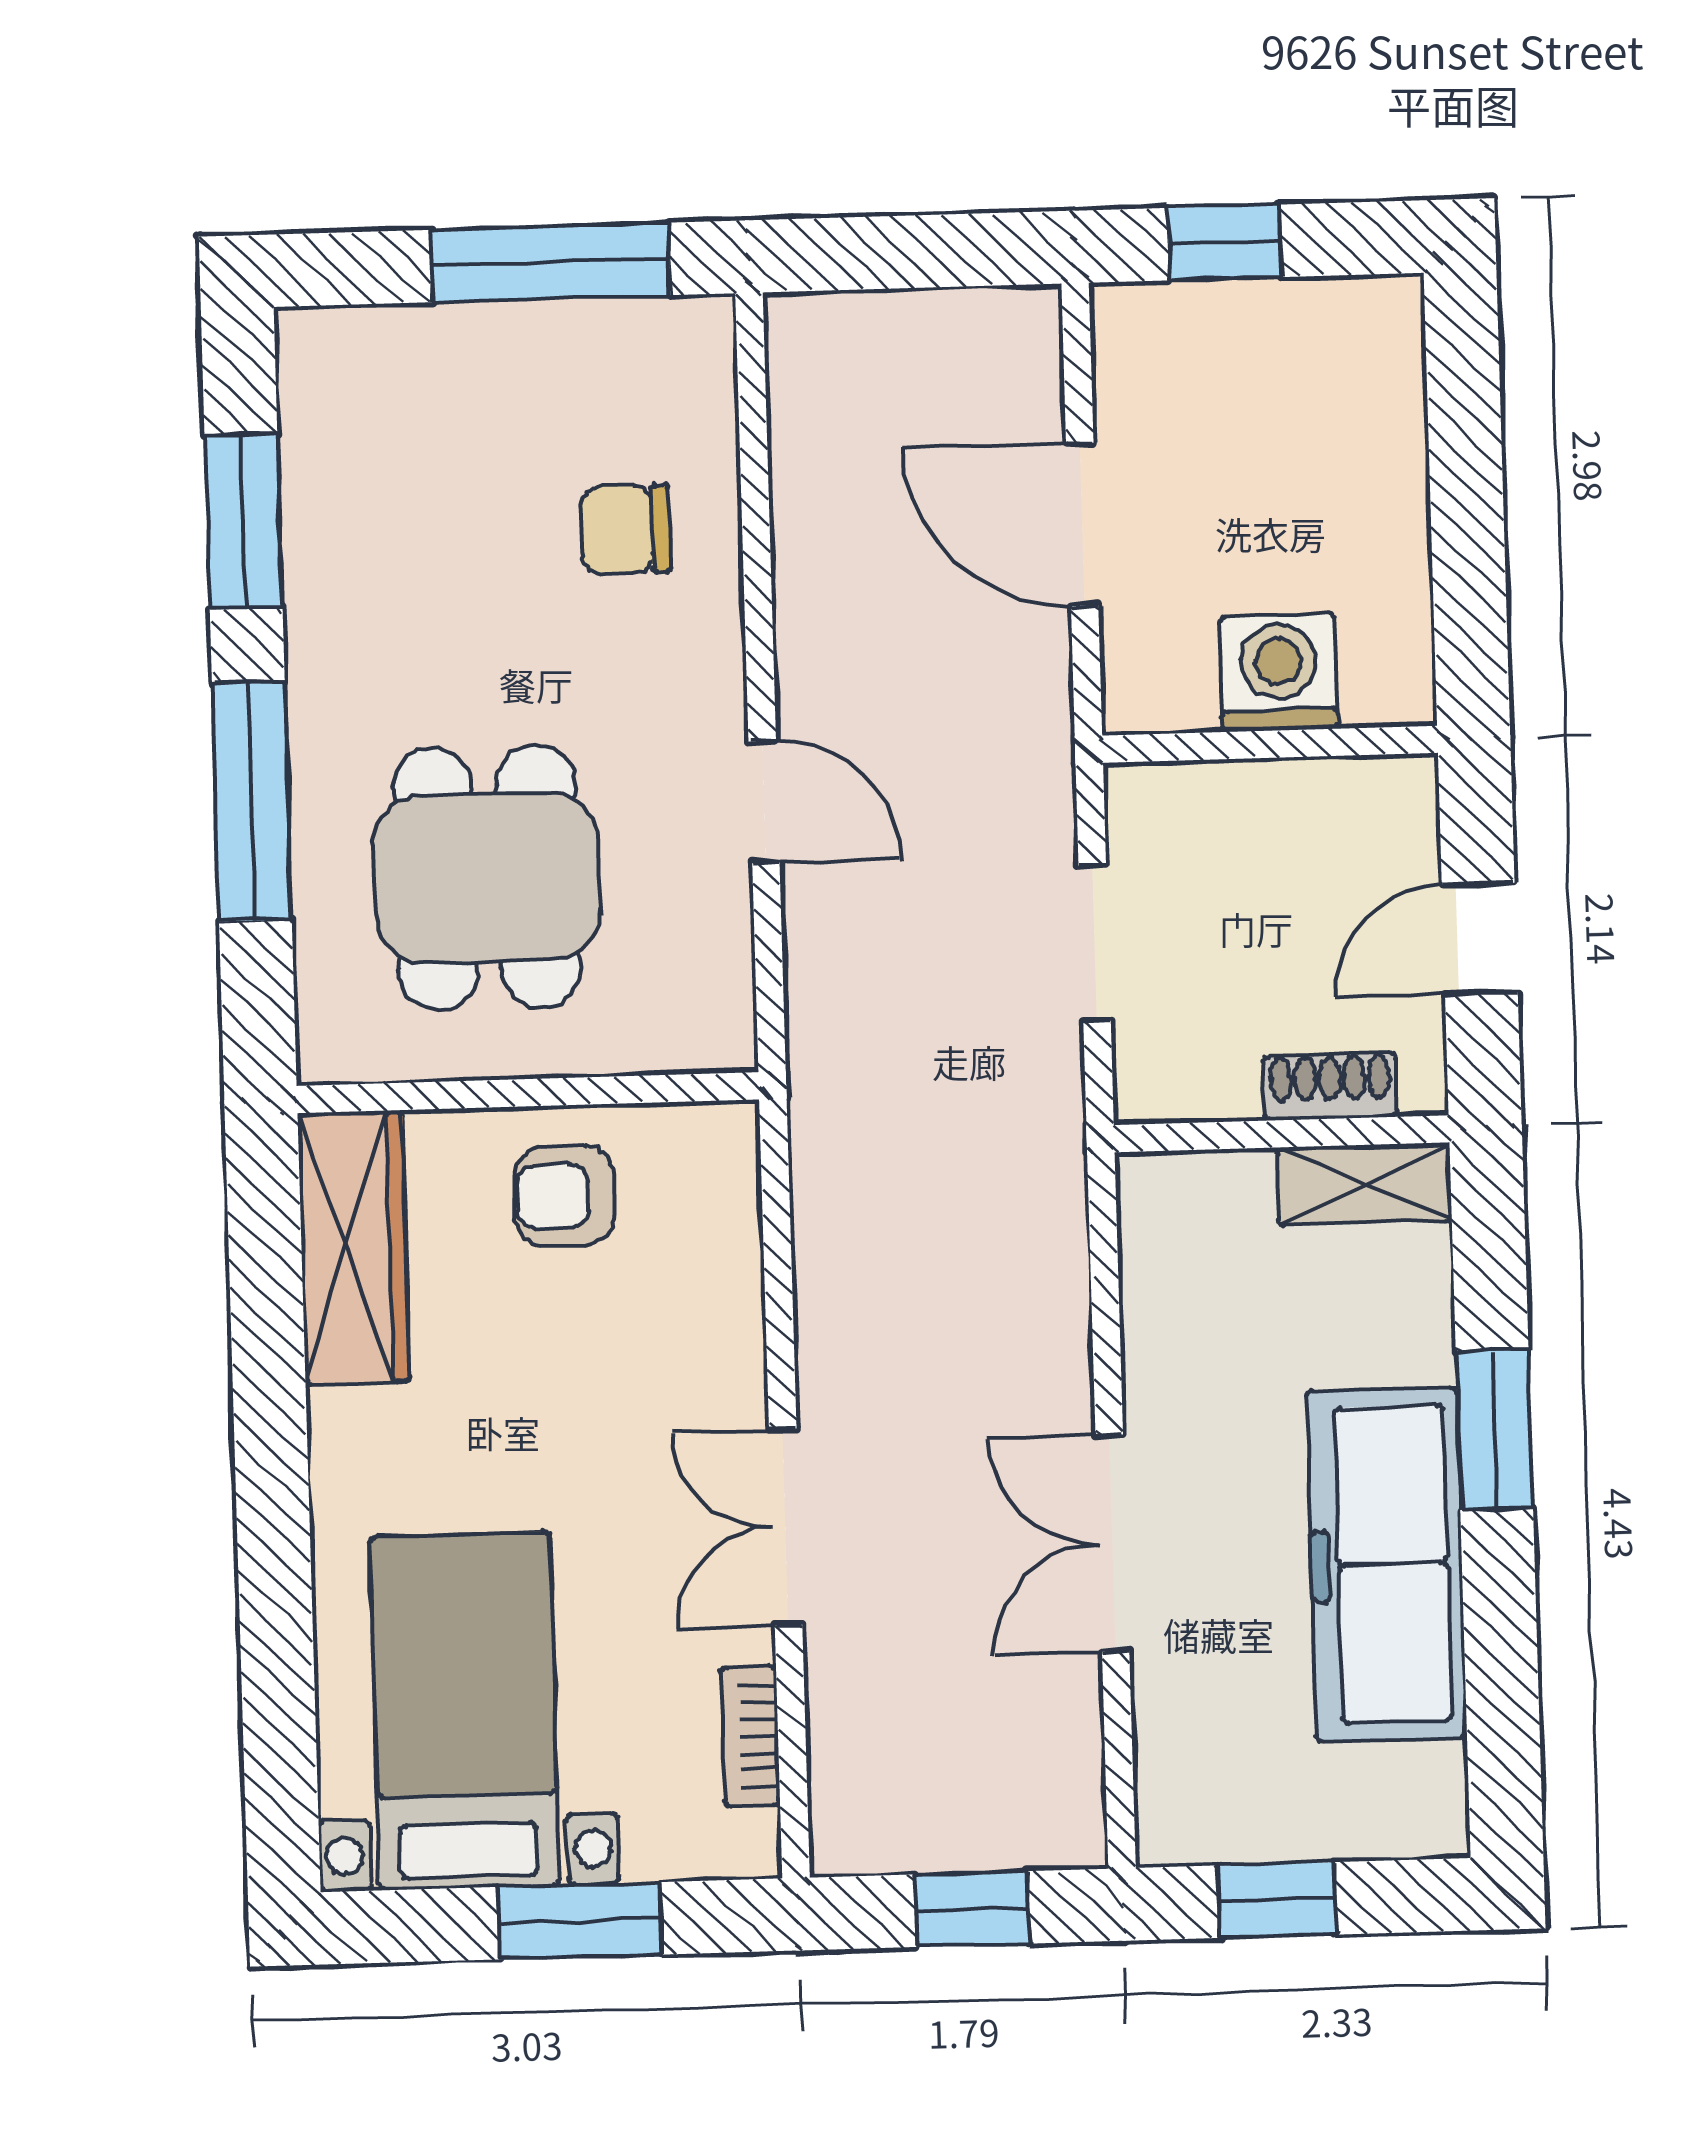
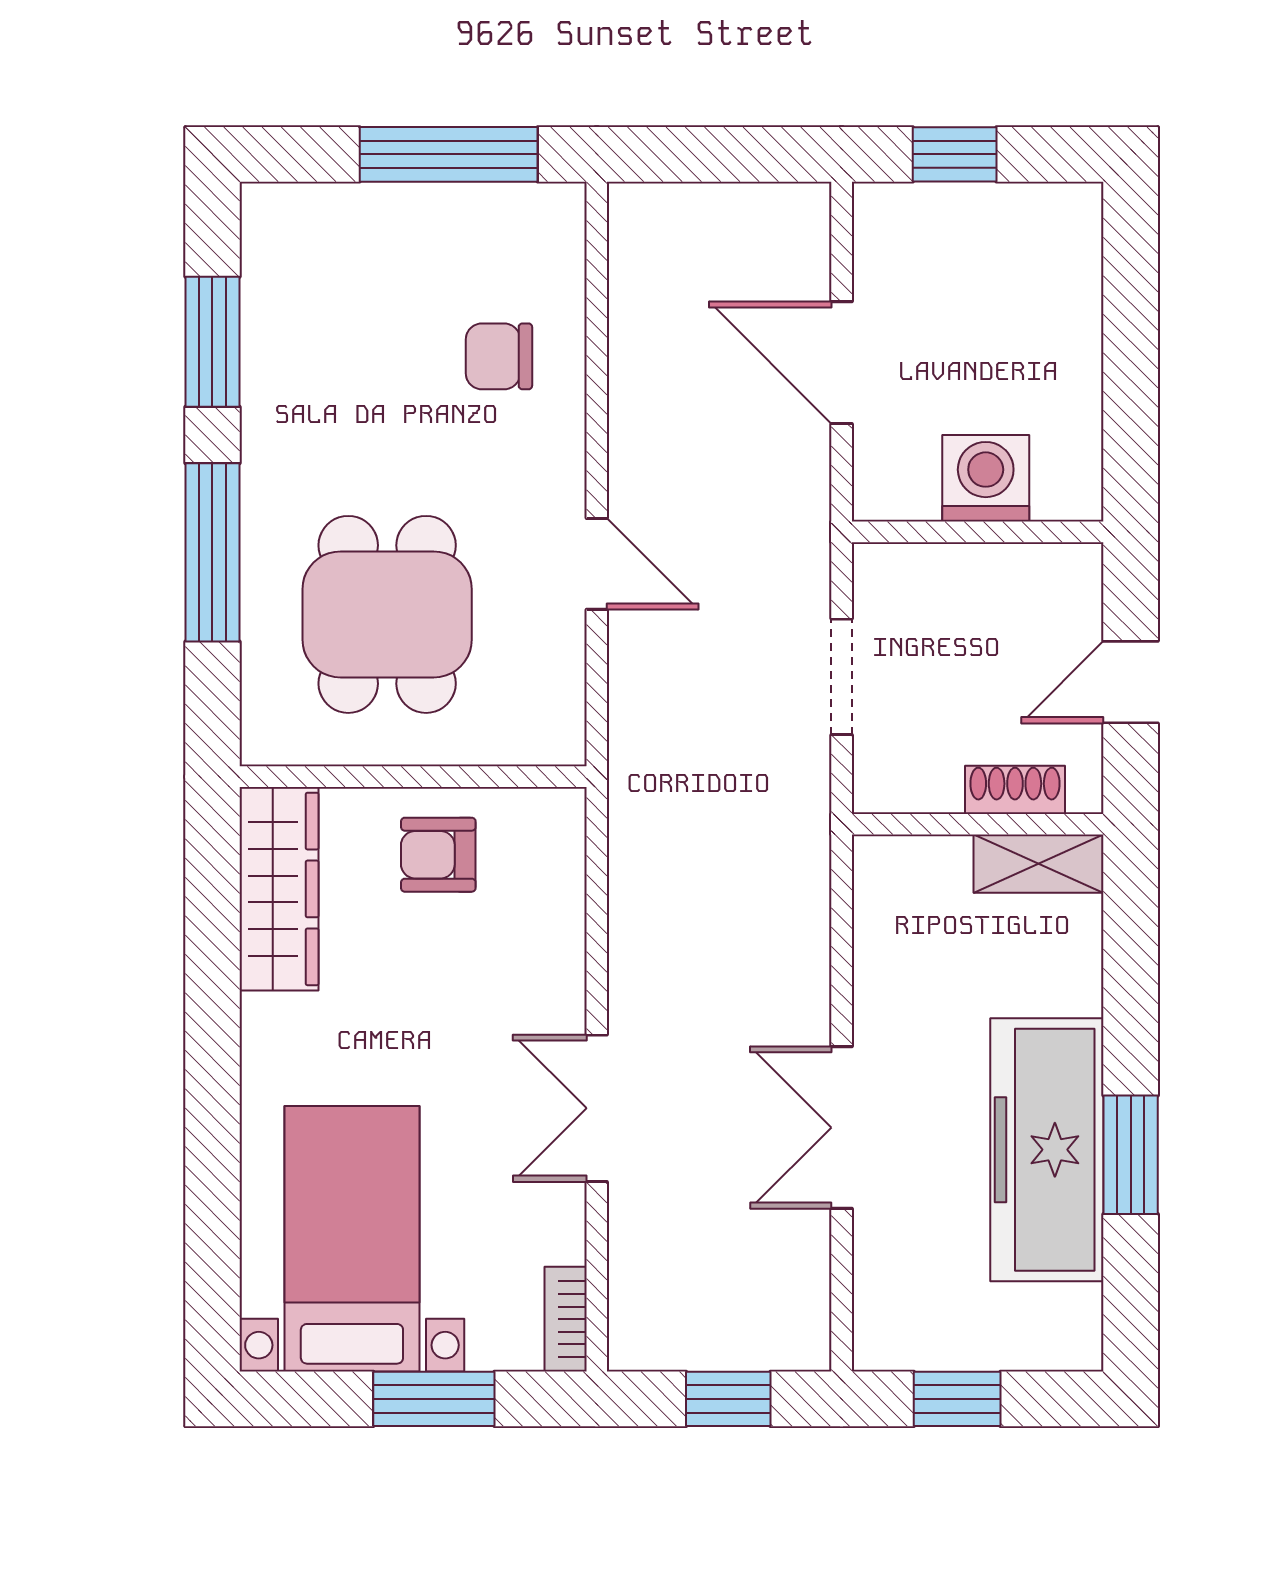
window: (1494, 1429) -> (1131, 1155), moved
bookcase: (750, 1736) -> (566, 1319), moved

